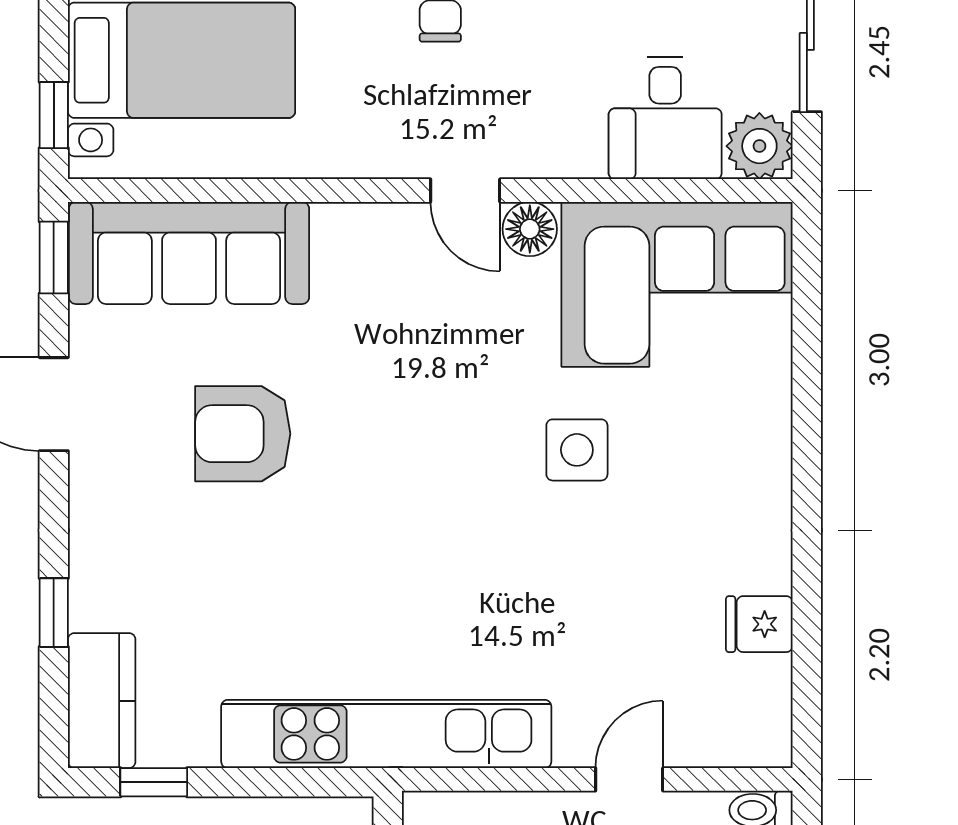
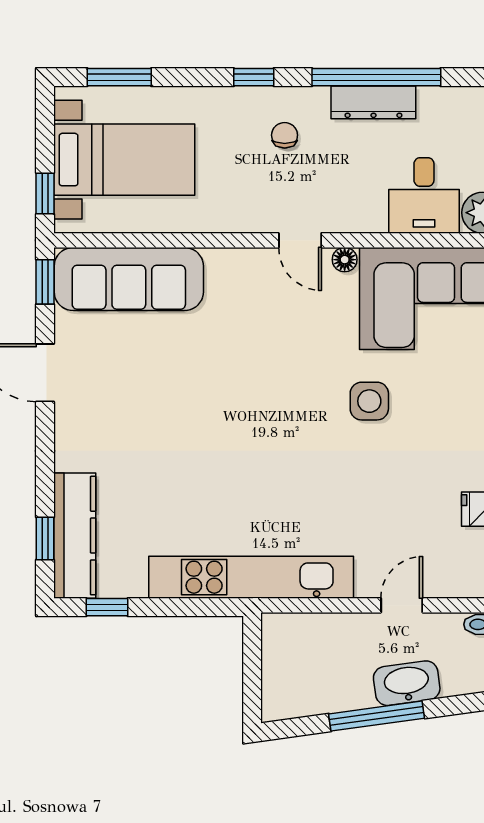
floor lamp: (530, 229) -> (345, 260), width x0.73, depth x0.73
armchair: (243, 434) -> (162, 391), removed
window: (54, 613) -> (45, 538), moved
kitchen counter: (102, 701) -> (75, 536), width x1.50

